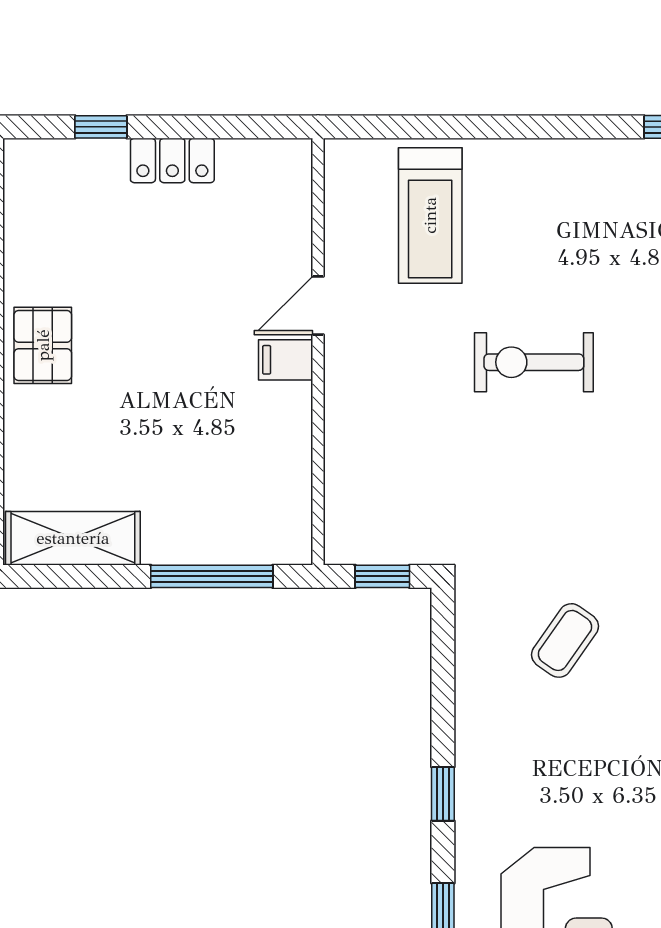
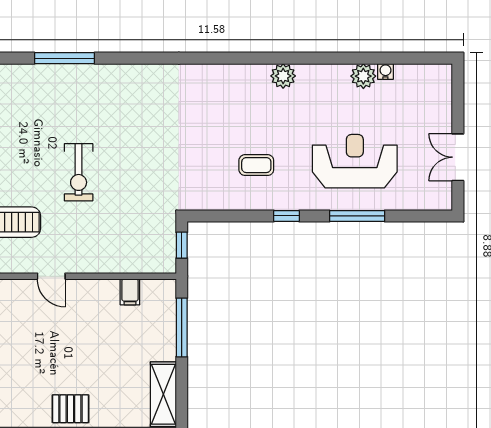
filing cabinet: (286, 360) -> (130, 292), moved
coffee table: (565, 640) -> (256, 165), moved, turned -35

